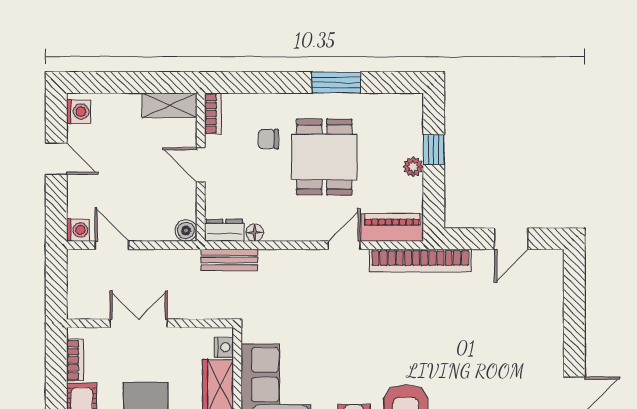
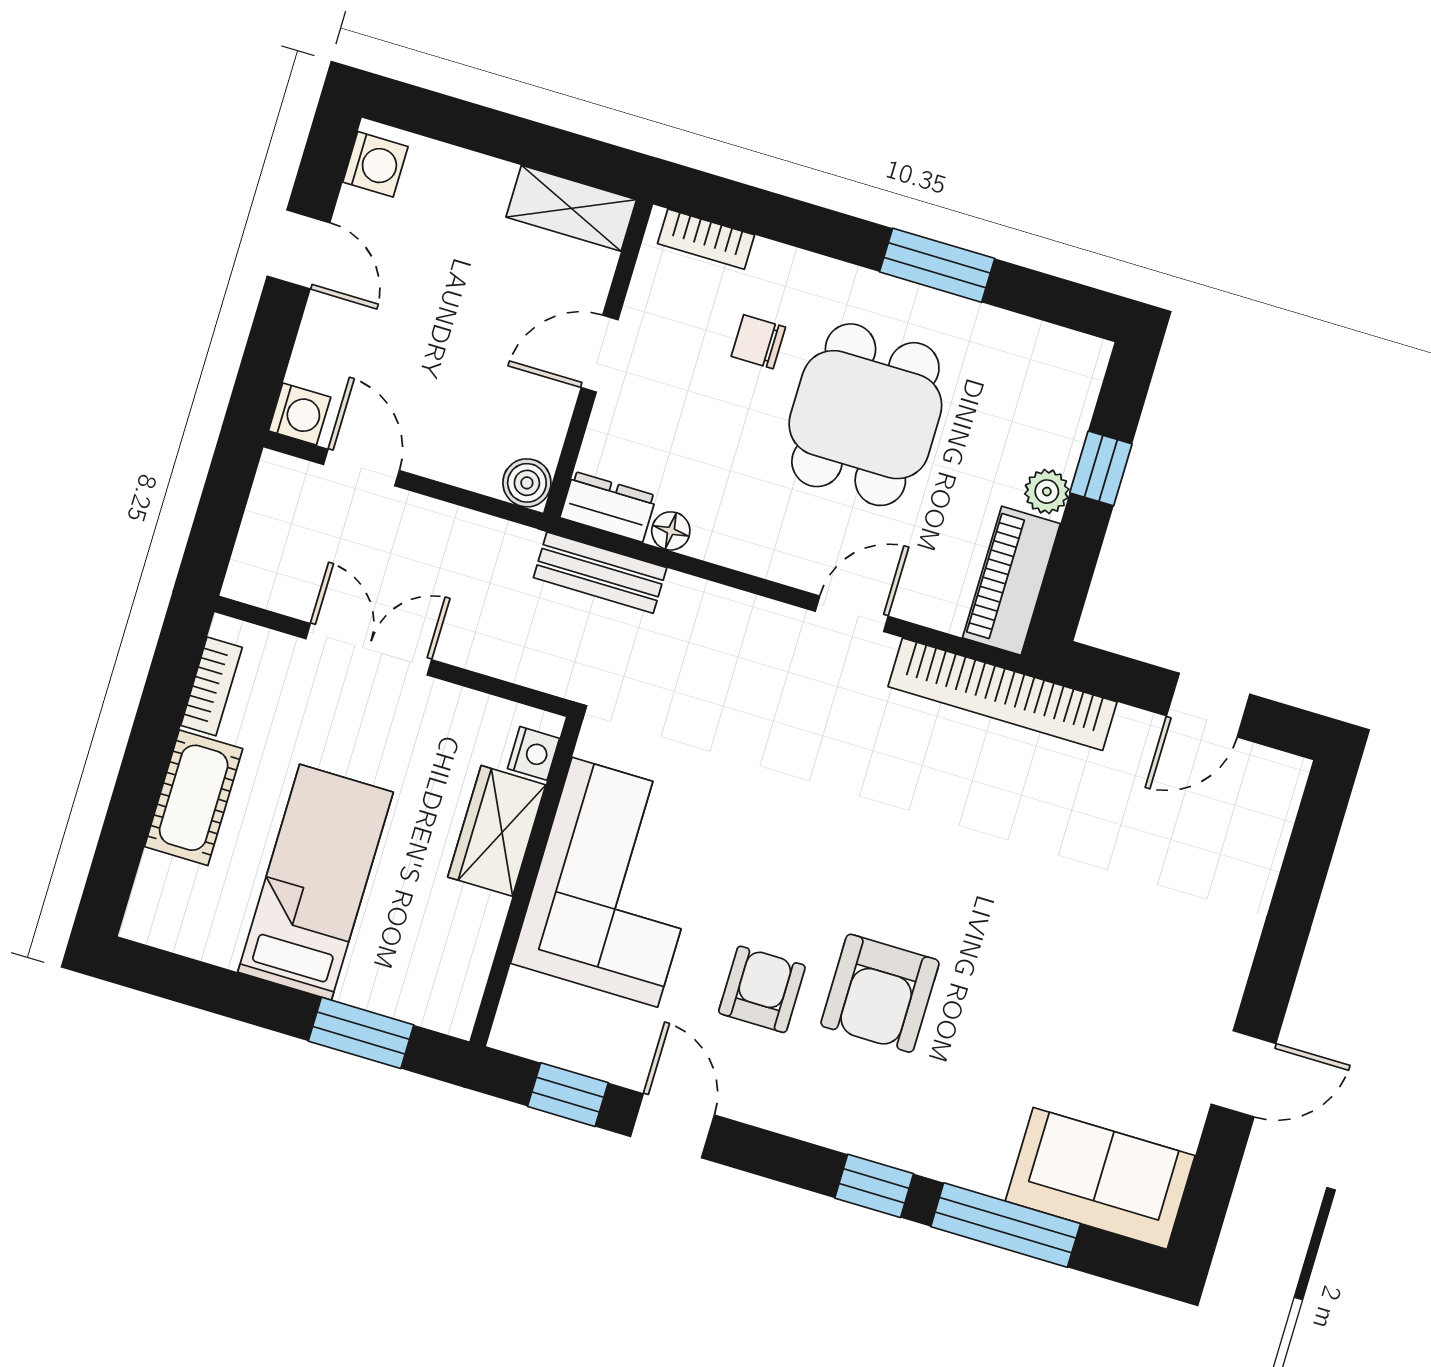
bookcase: (213, 114) -> (706, 239), moved, turned 90
door: (201, 165) -> (600, 354), hinge flipped
piano: (392, 227) -> (1011, 581), moved, turned -90

